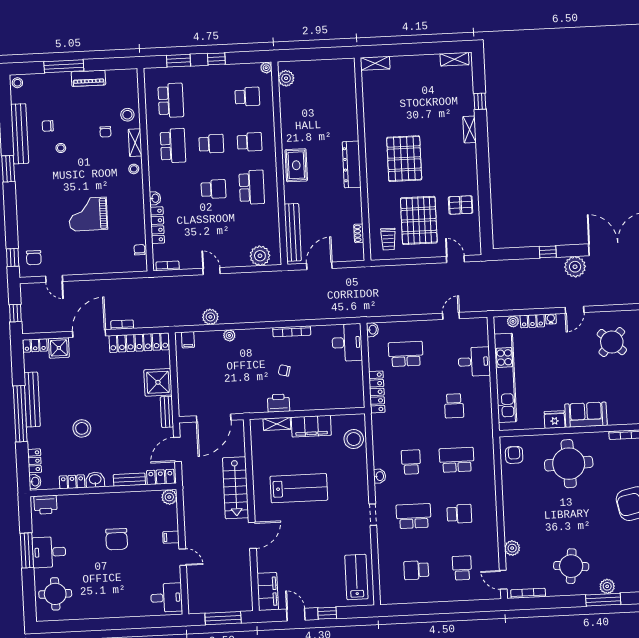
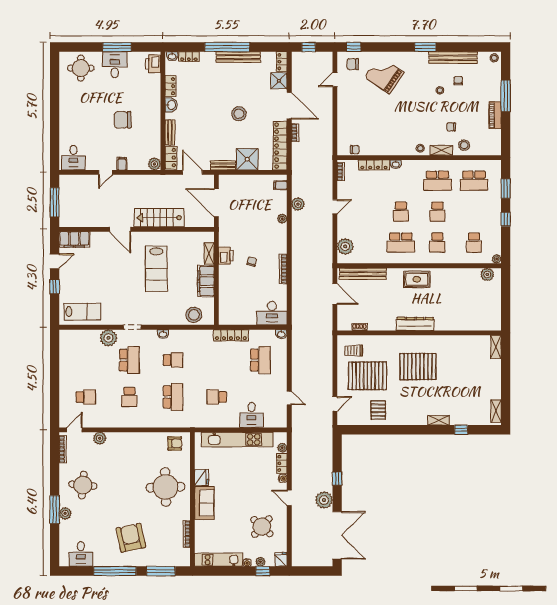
grand piano: (88, 214) -> (384, 75), moved, turned -56
stool: (82, 428) -> (239, 114), moved
plant: (388, 543) -> (108, 338), added
school desk: (416, 570) -> (86, 360), removed

